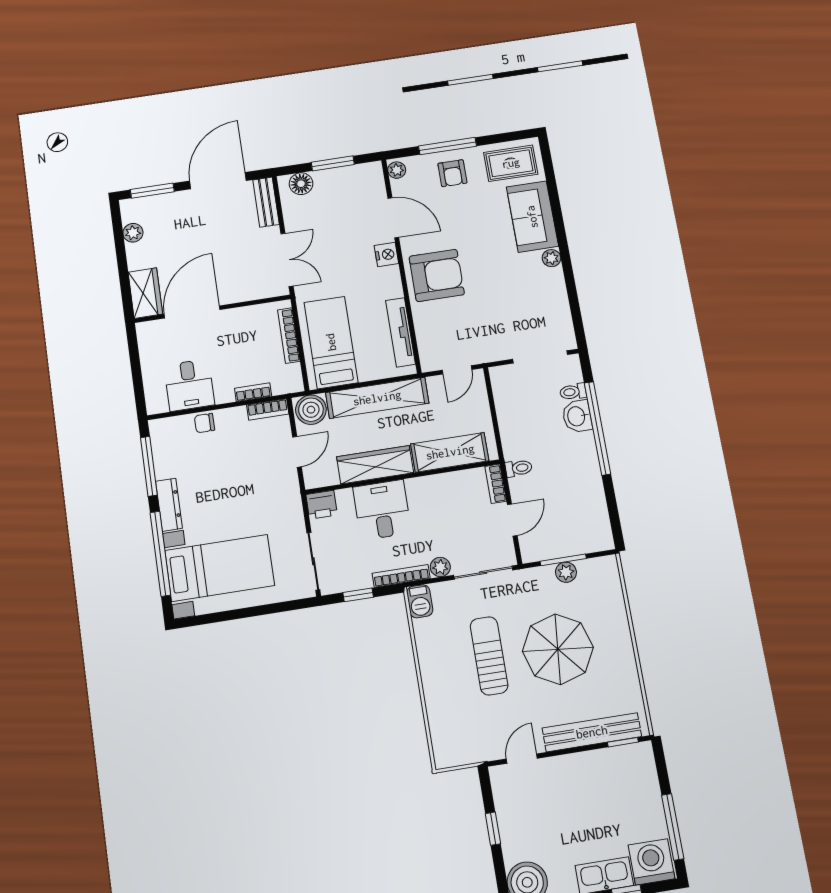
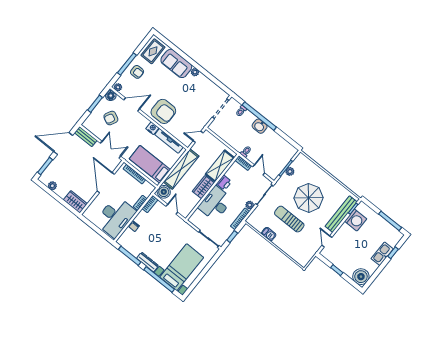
door: (218, 181) -> (63, 143), hinge flipped
floor lamp: (301, 184) -> (111, 96), moved
armchair: (337, 209) -> (111, 118), added
nightstand: (386, 255) -> (152, 128), moved
armchair: (437, 275) -> (163, 111), turned 90
door: (192, 312) -> (106, 183), moved
door: (457, 370) -> (198, 137), swing flipped
desk: (189, 385) -> (115, 217), width x1.87, depth x1.30
washbasin: (577, 416) -> (260, 126), moved
wardrobe: (375, 465) -> (203, 187), width x0.67
printer: (322, 505) -> (224, 183), moved
desk: (382, 510) -> (215, 203), width x1.37
barbecue: (420, 601) -> (269, 234), moved
washing machine: (652, 862) -> (356, 220), moved, turned 180

